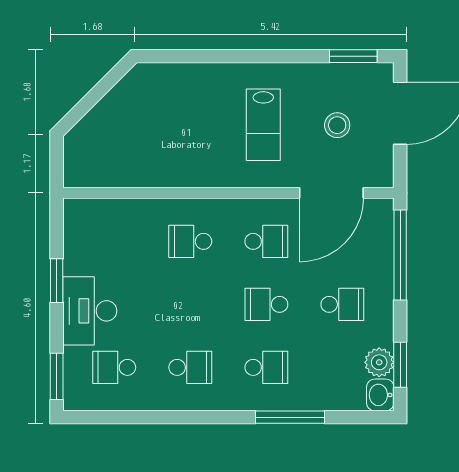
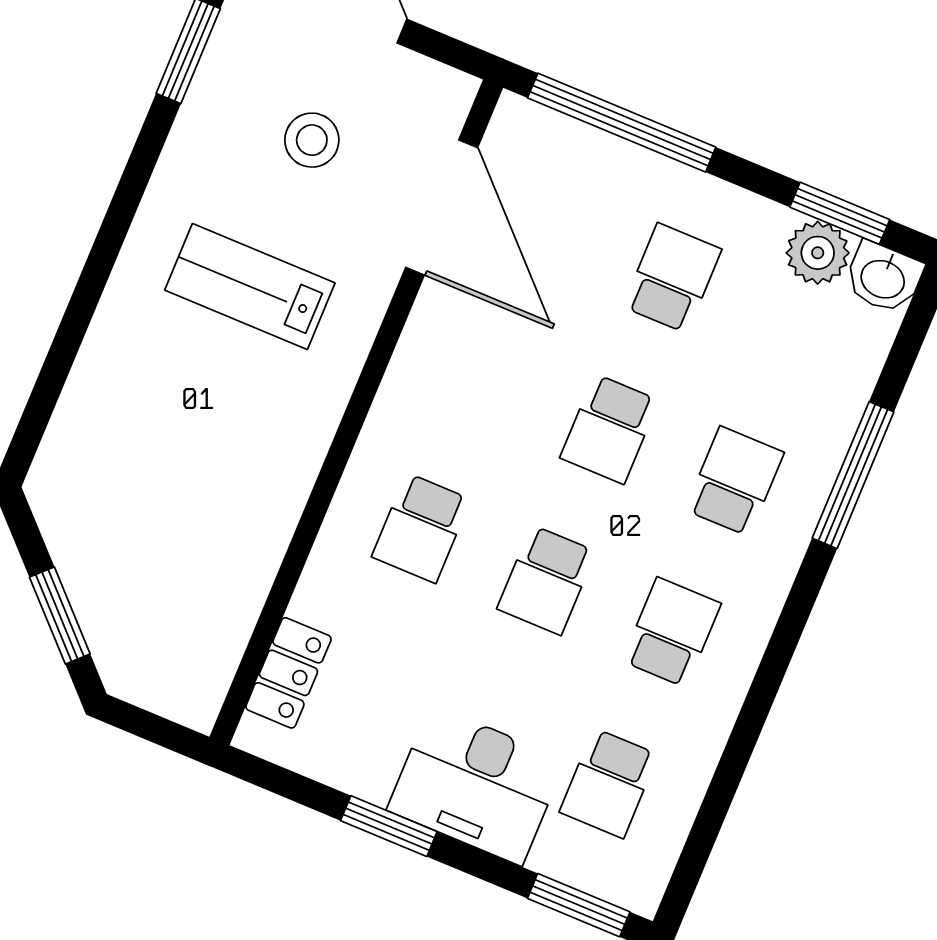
window: (88, 102) -> (60, 615), added
lab bench: (263, 125) -> (250, 287), turned 180
locker: (104, 210) -> (288, 673), added
school desk: (266, 241) -> (546, 580), moved, turned 180

